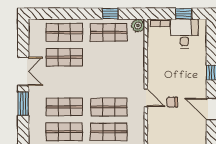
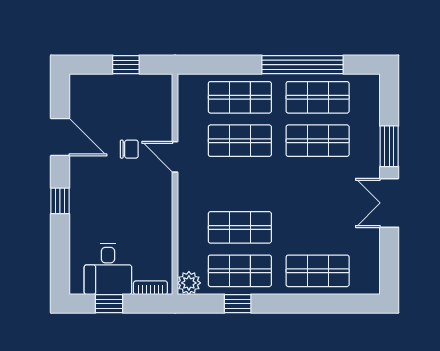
shop shelf: (64, 57) -> (240, 227), moved

